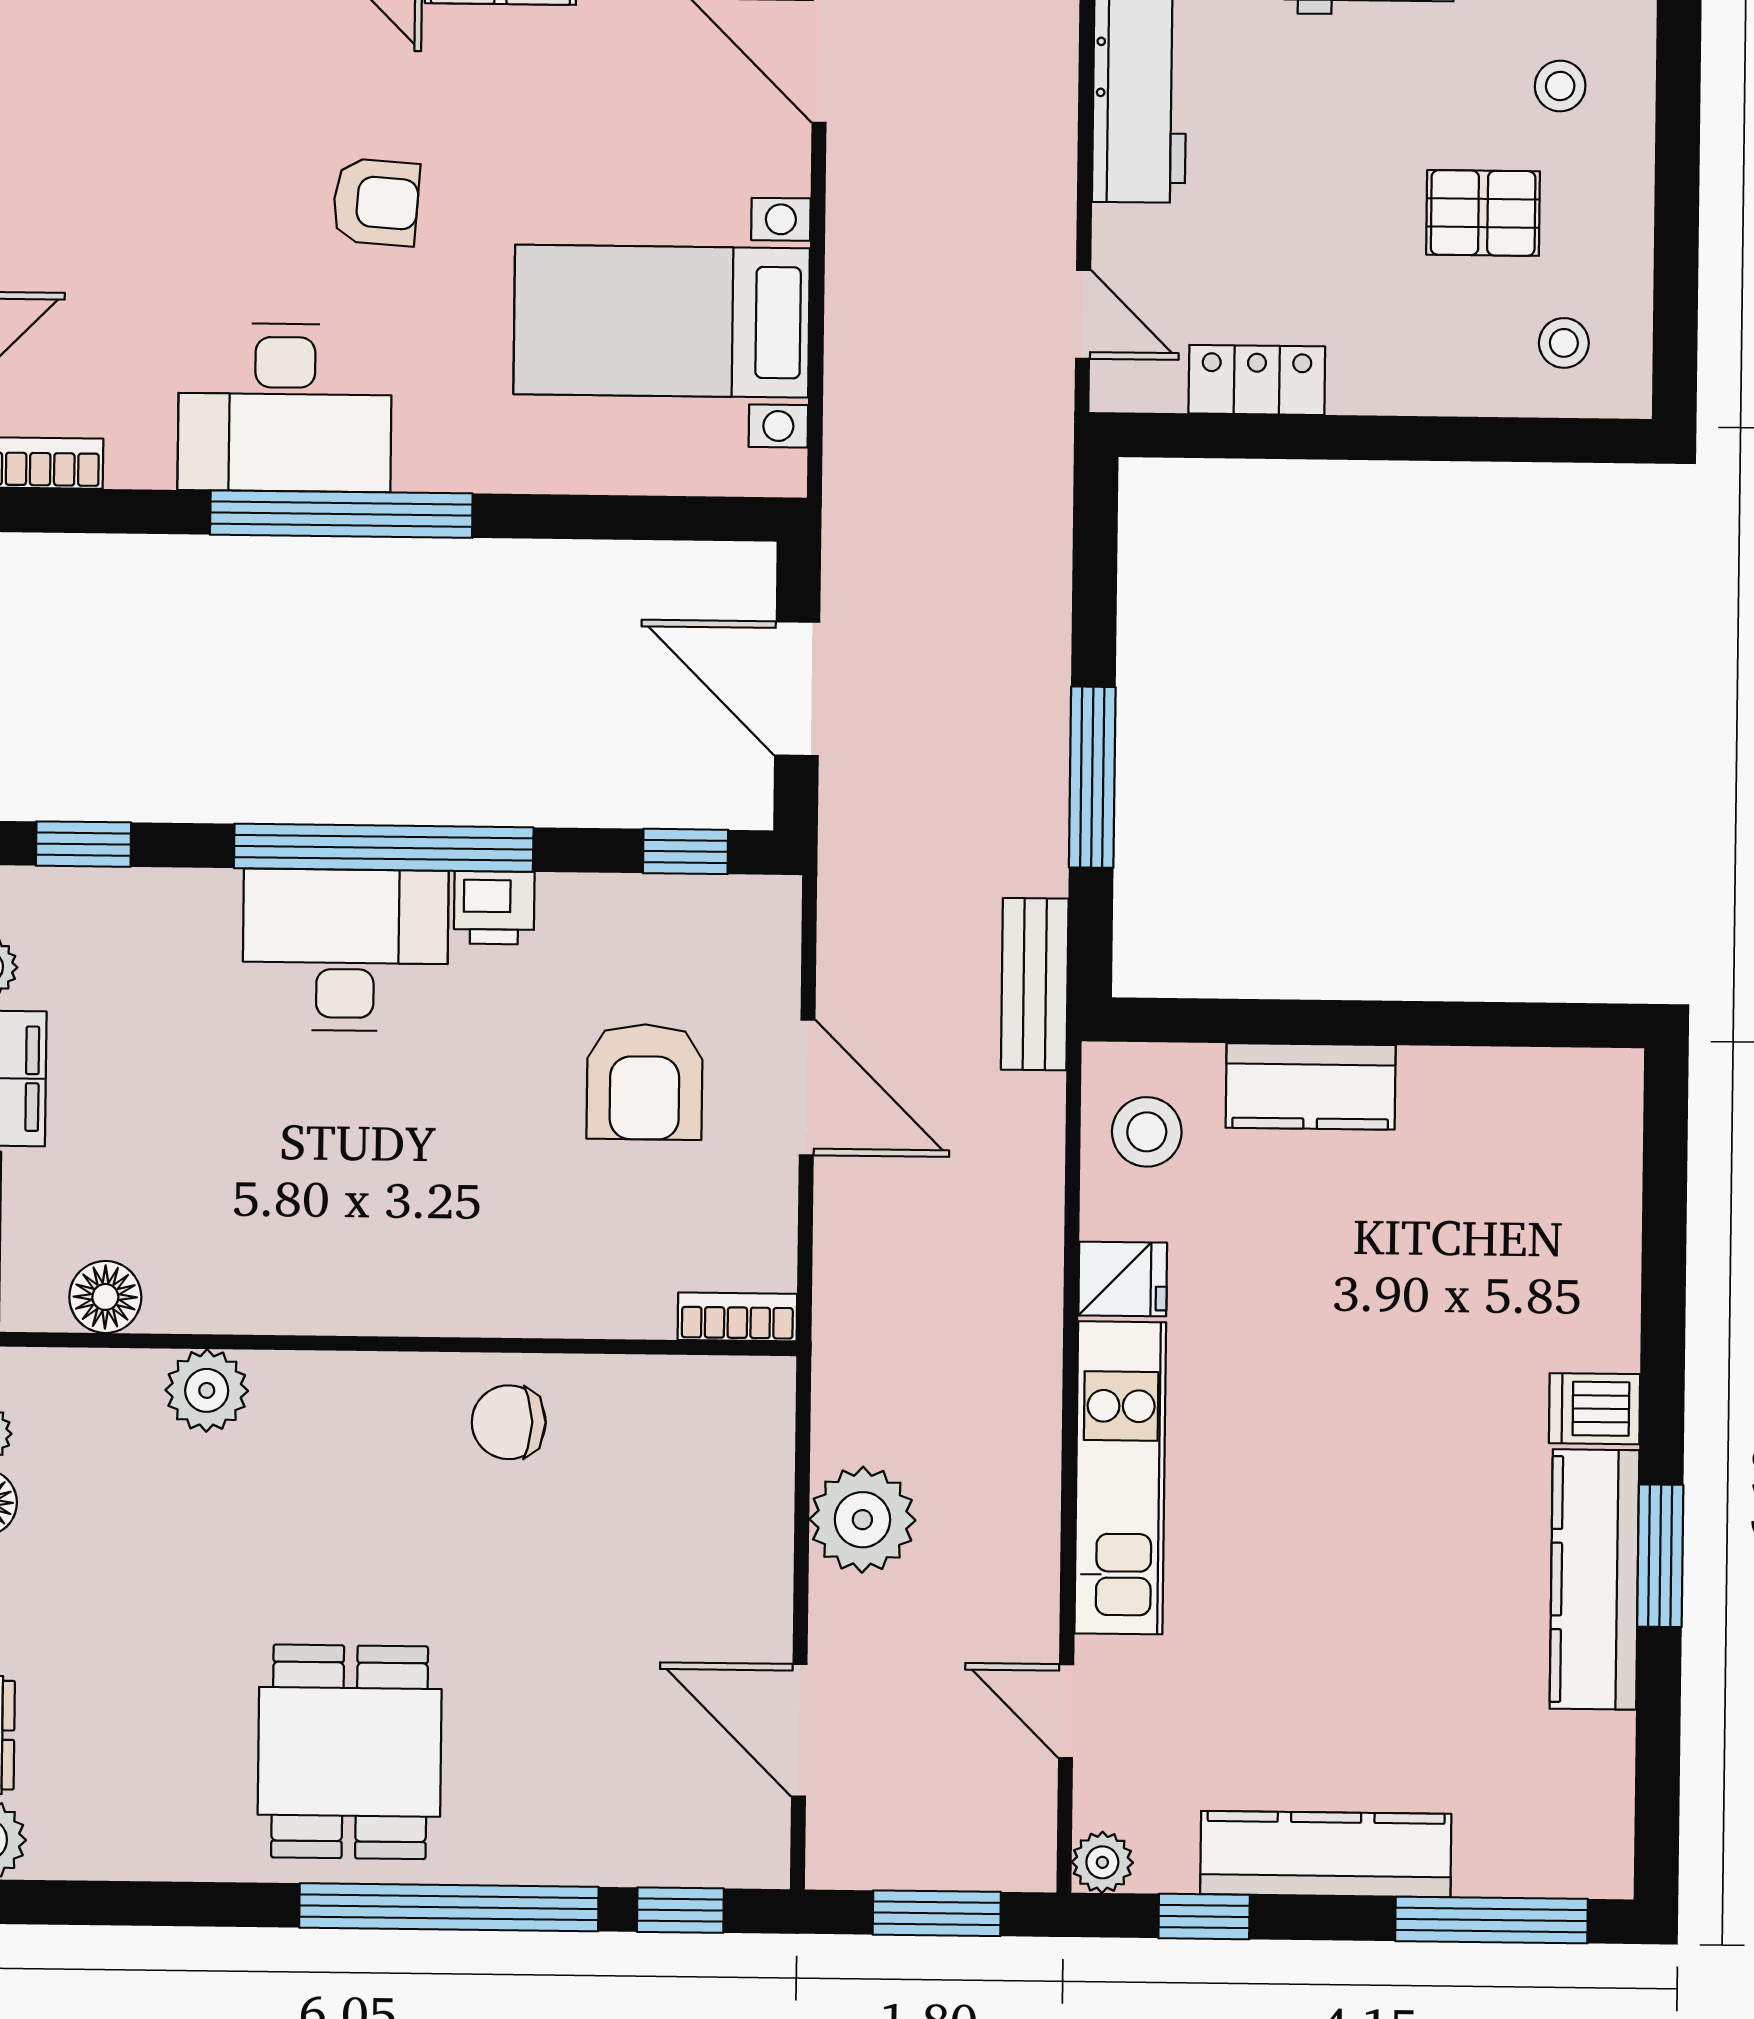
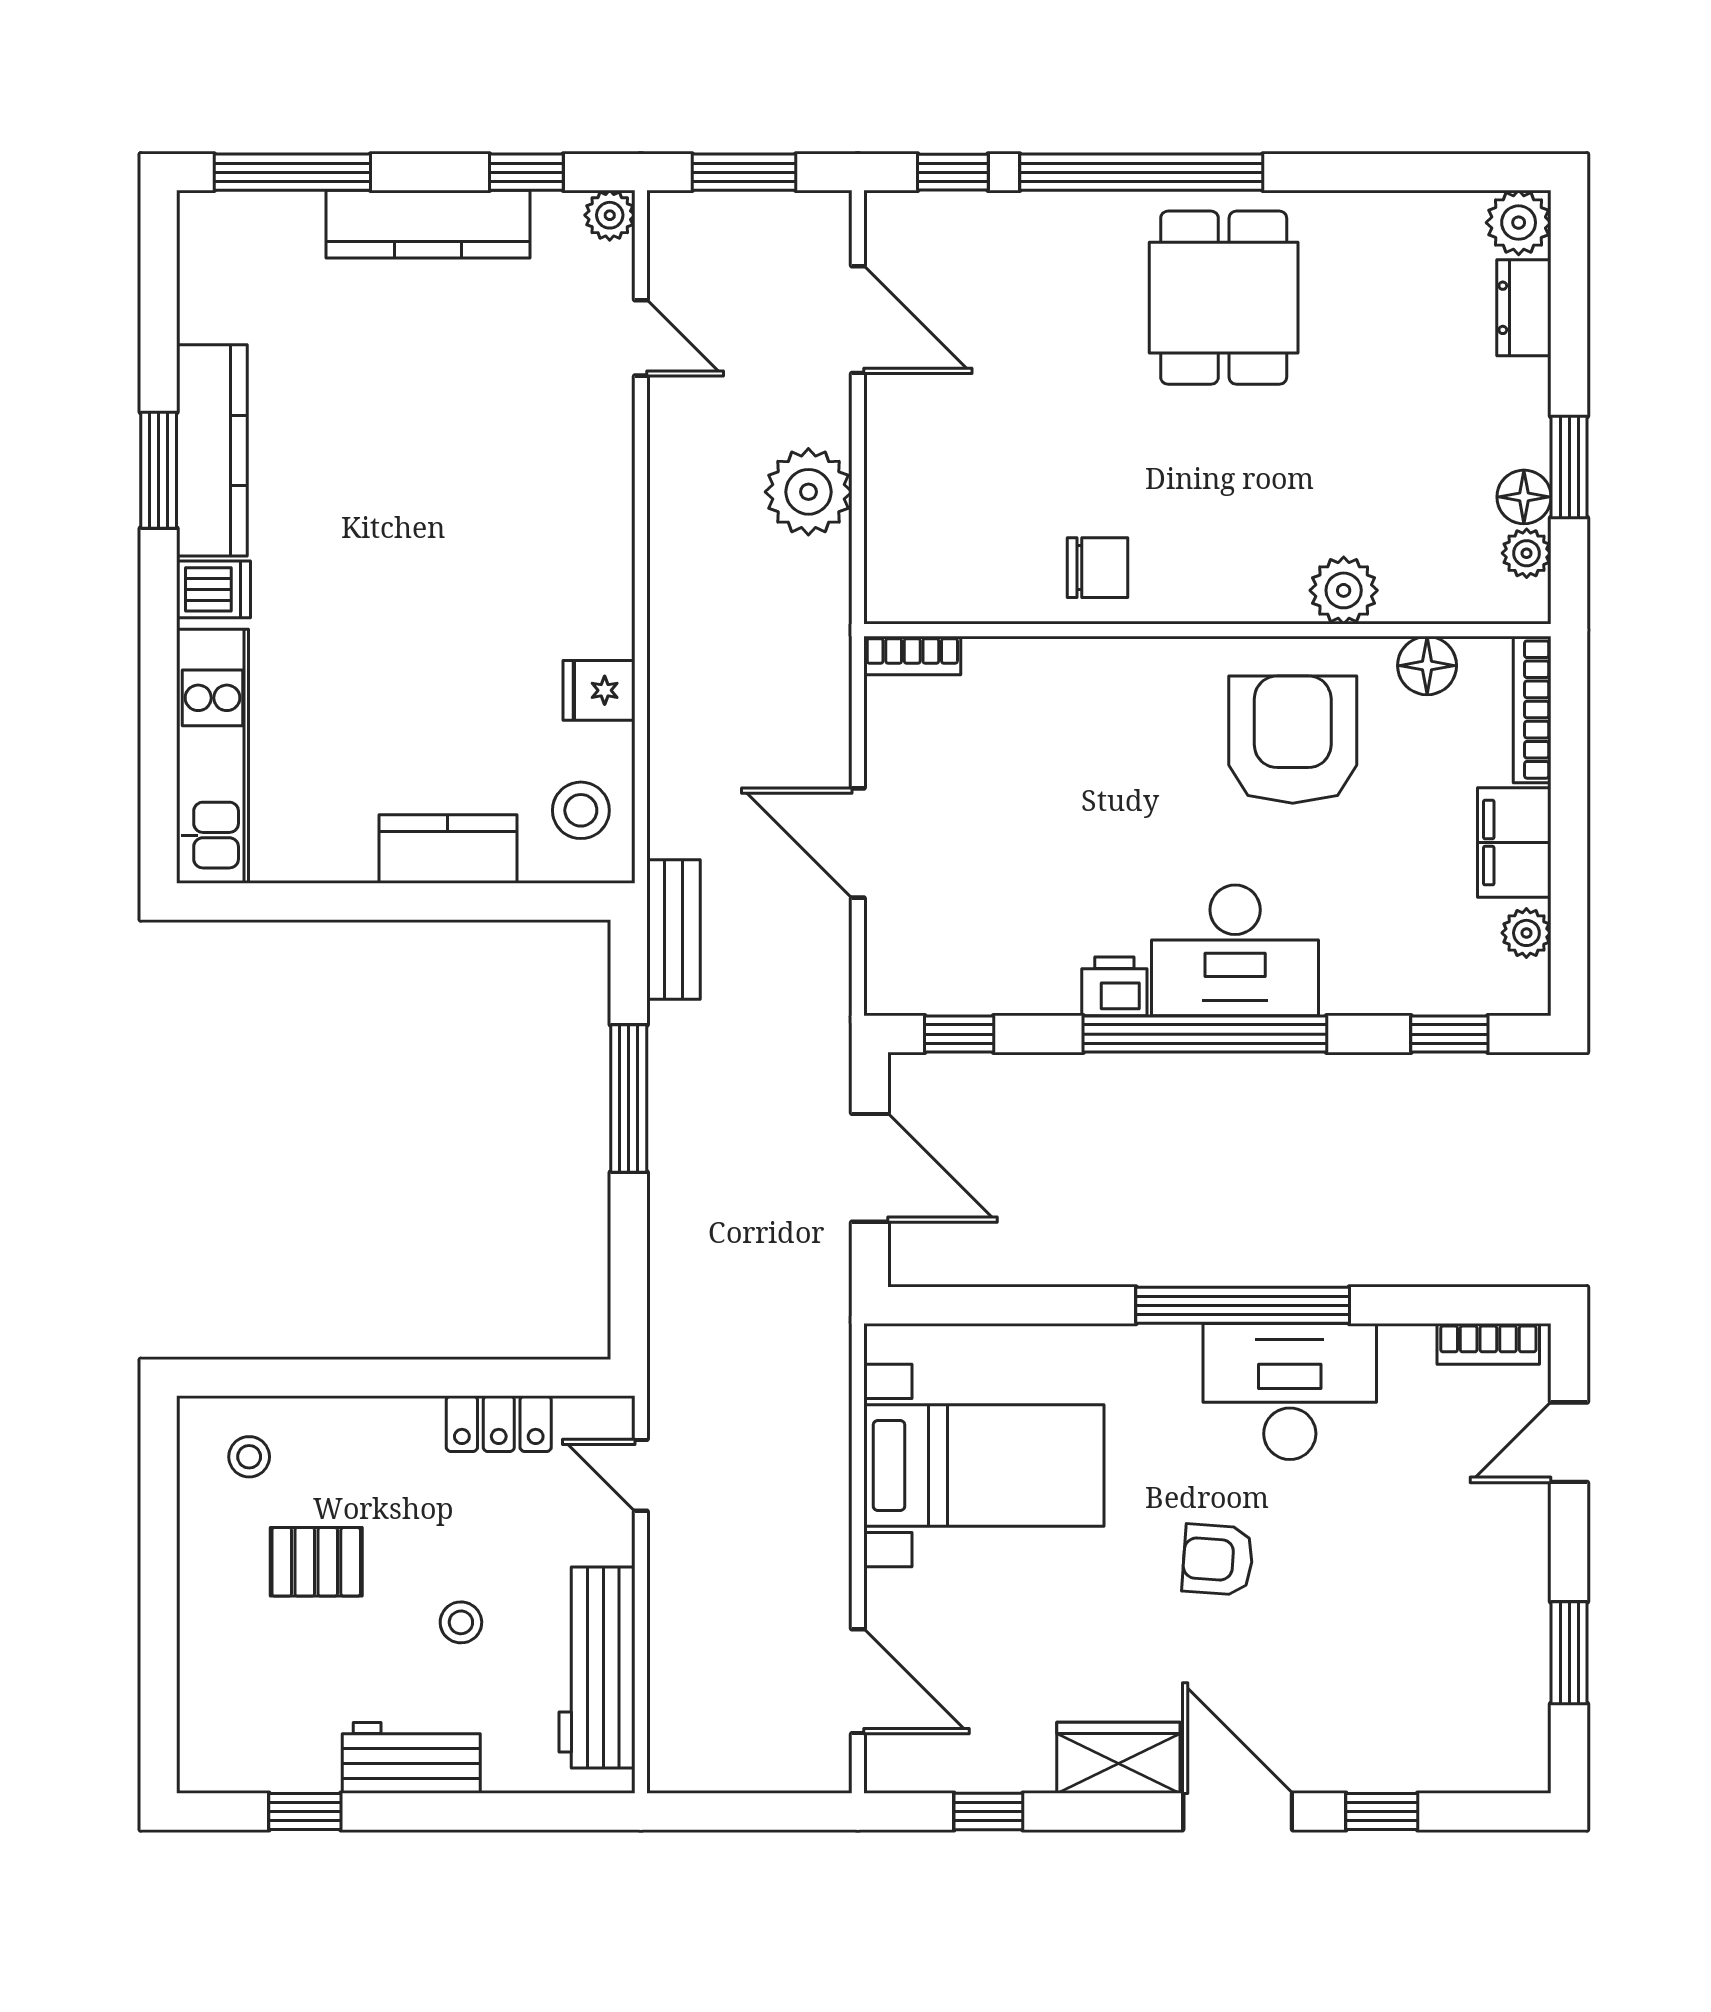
stool: (1560, 86) -> (461, 1622), moved
armchair: (645, 1082) -> (1293, 740), moved, width x1.36, depth x1.36
kitchen unit: (1120, 1478) -> (213, 756), moved, turned 180

